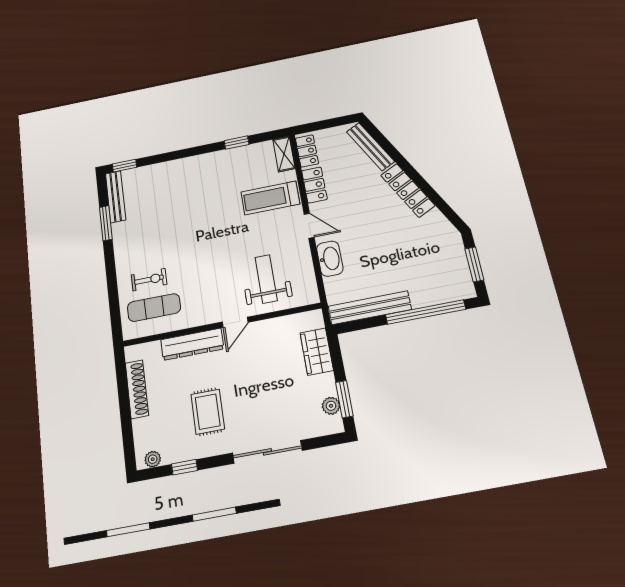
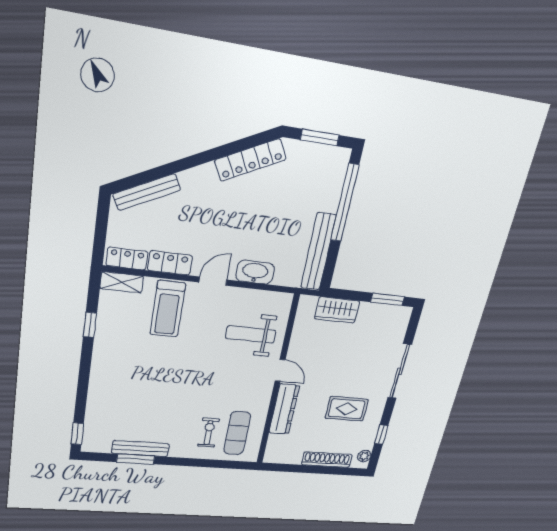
locker: (408, 190) -> (250, 160), moved
bench: (116, 197) -> (140, 449), moved
shoe rack: (137, 389) -> (327, 460), moved
plant: (331, 406) -> (388, 312), removed

